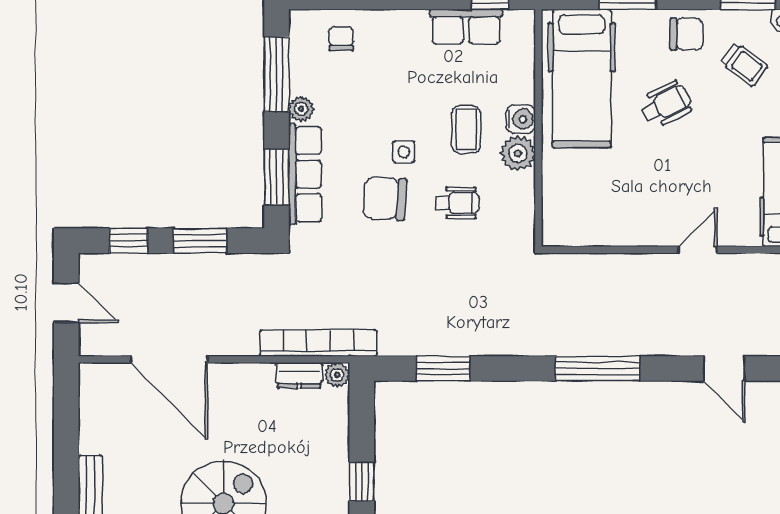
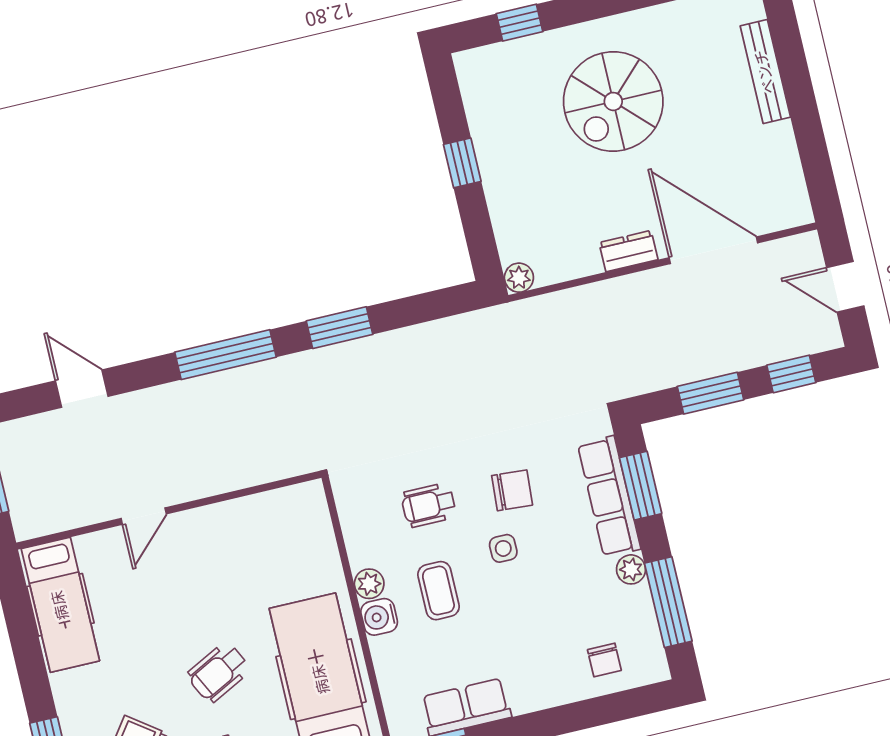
plant: (518, 153) -> (369, 584), width x0.73, depth x0.73
chair: (385, 198) -> (512, 490), width x0.73, depth x0.73
bookcase: (318, 343) -> (549, 309), removed
window: (443, 368) -> (339, 328), moved
dresser: (299, 375) -> (628, 251), moved

